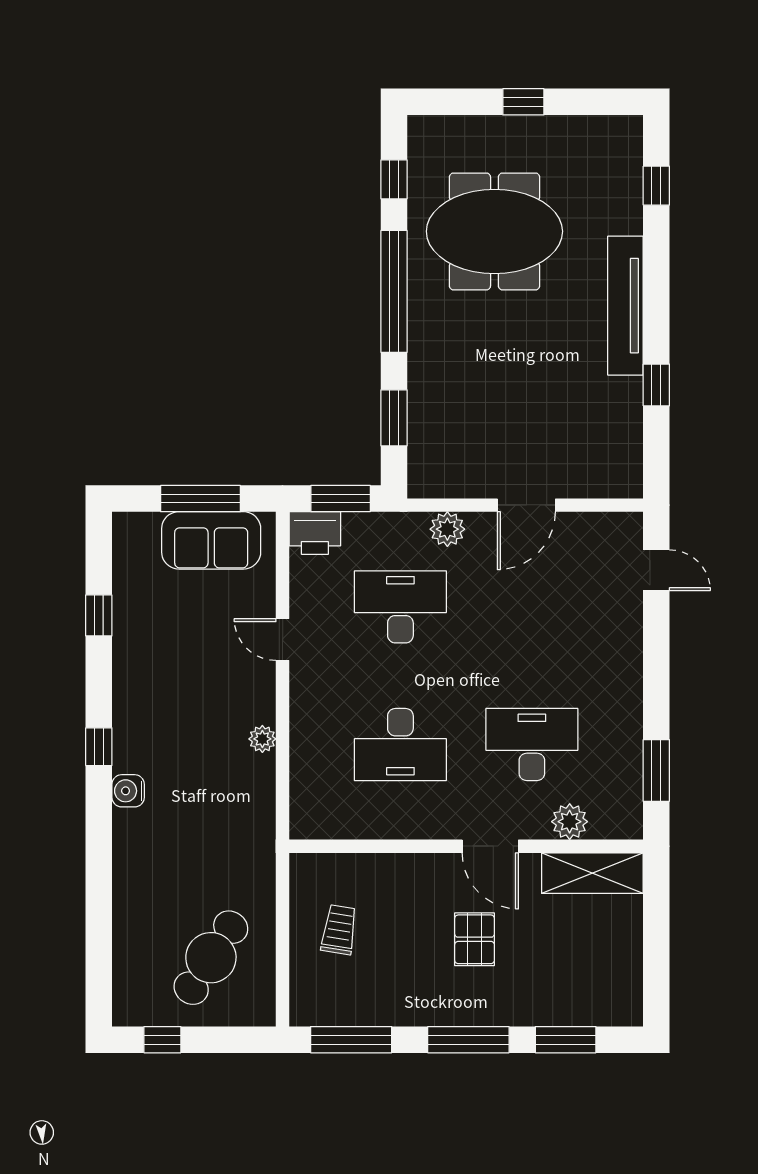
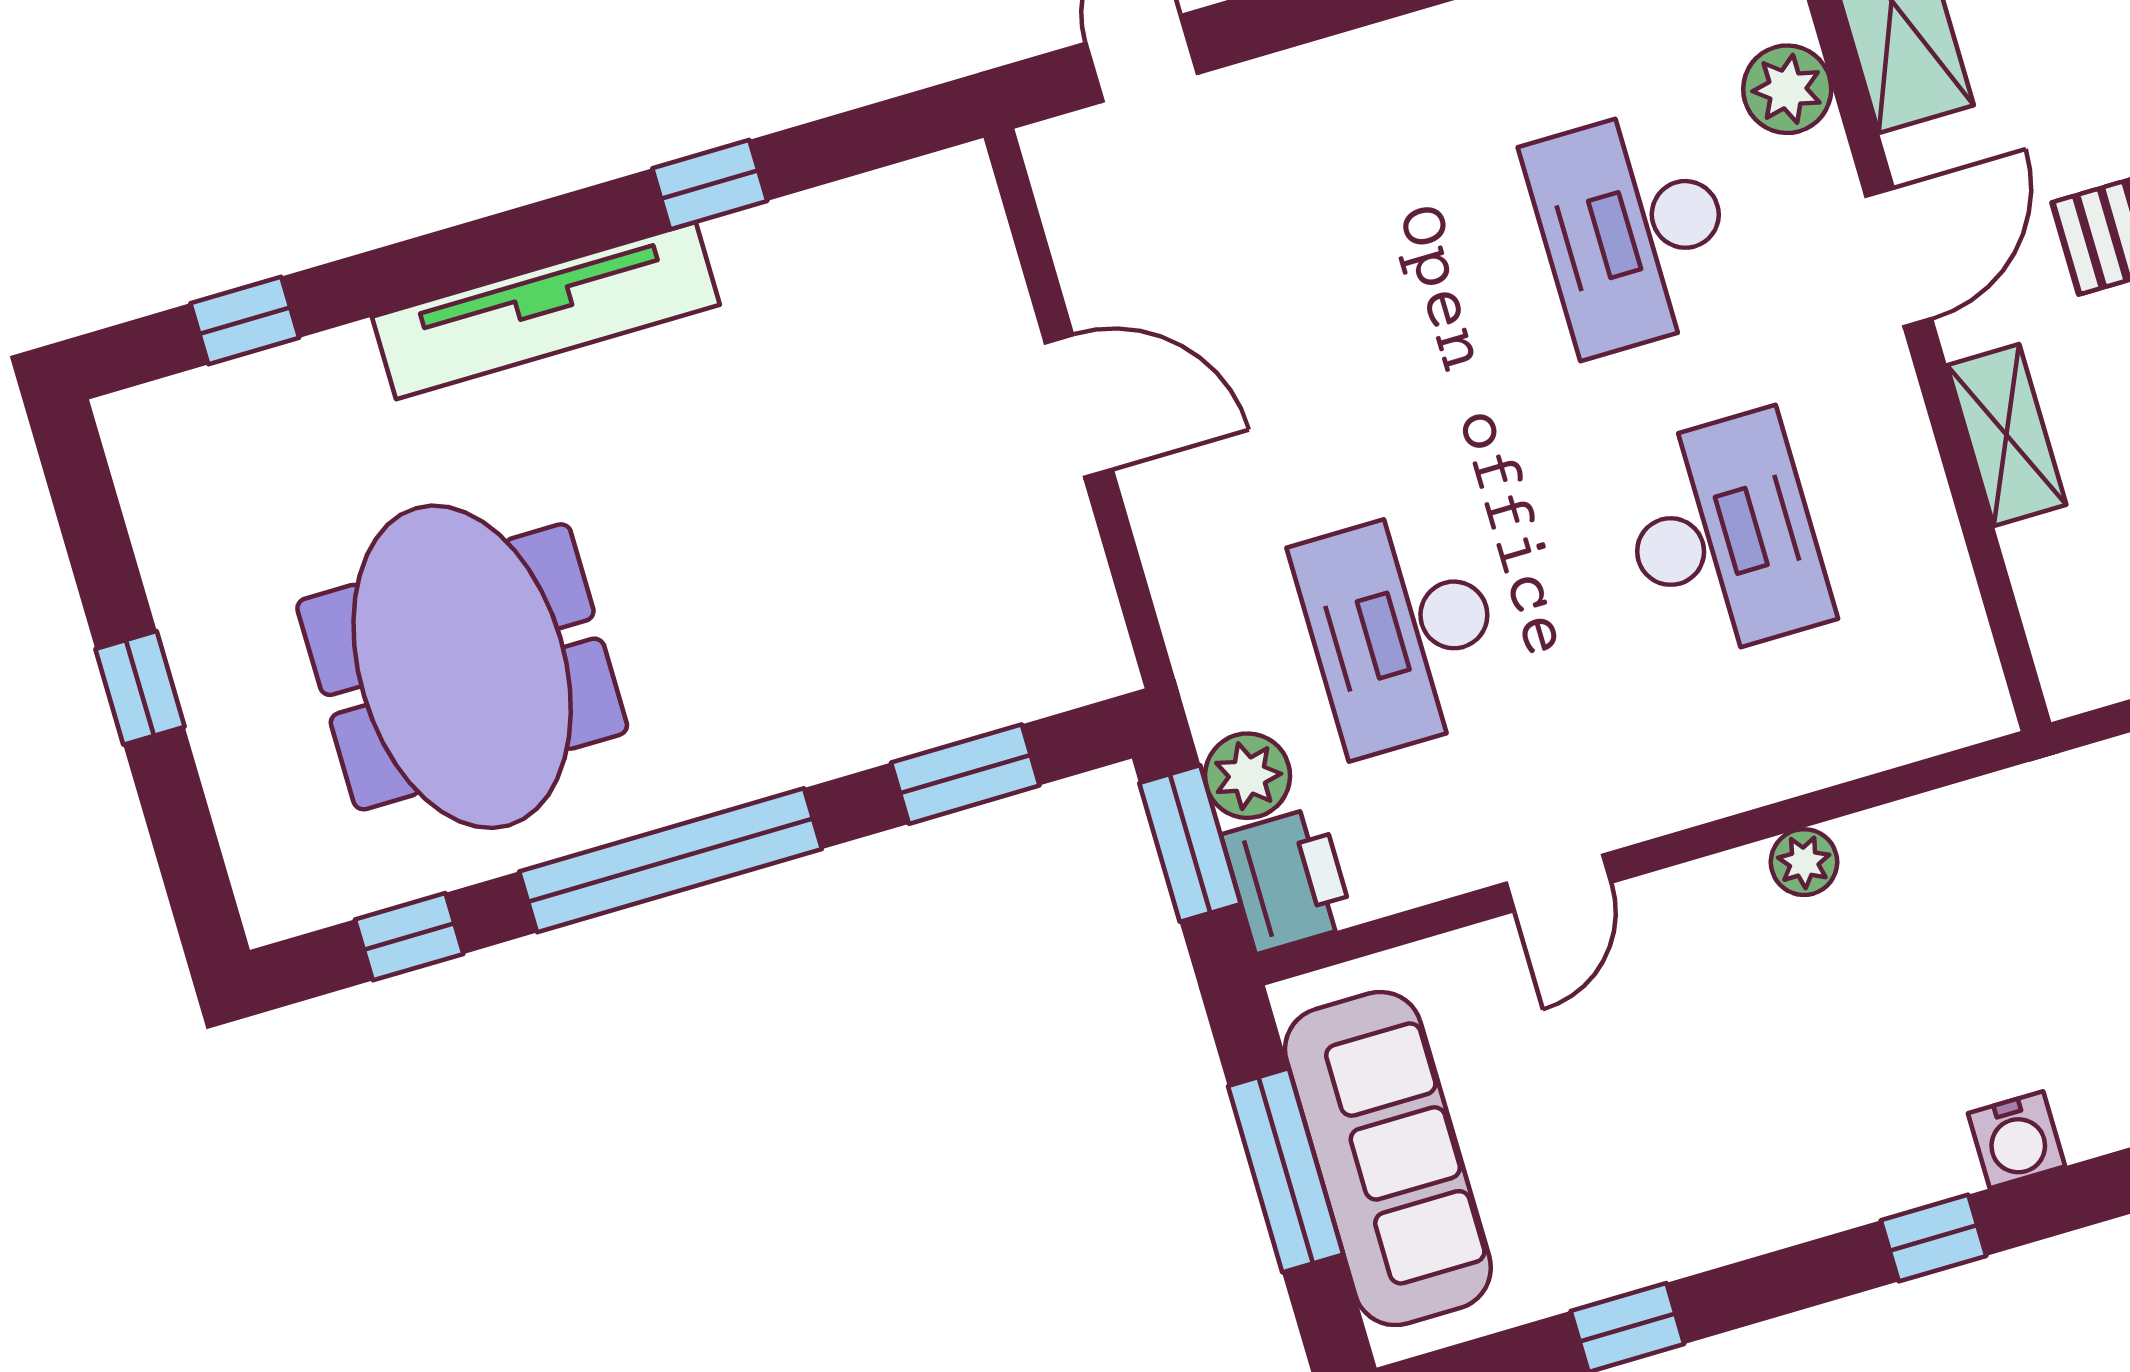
plant: (447, 529) -> (1248, 776), moved
sofa: (211, 540) -> (1388, 1159), width x1.36
shelving: (408, 868) -> (2007, 435), added

